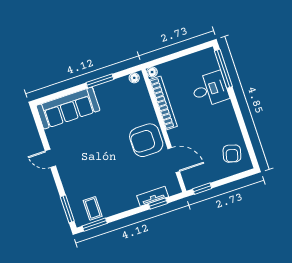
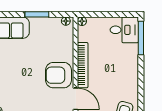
desk: (210, 89) -> (124, 30), moved
bookcase: (163, 103) -> (83, 65), moved

